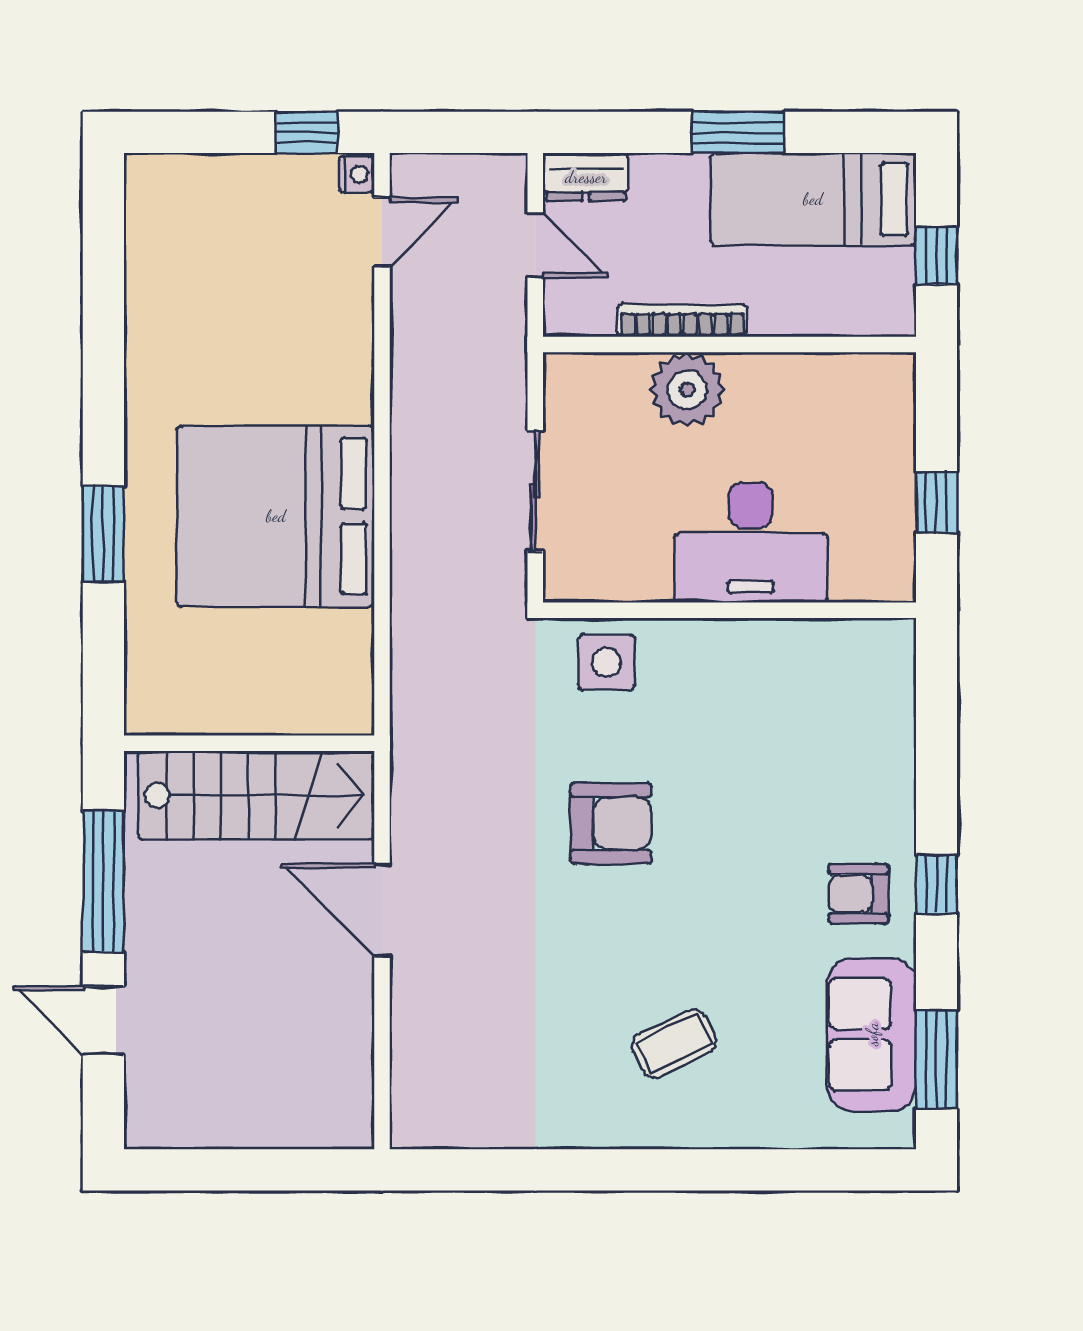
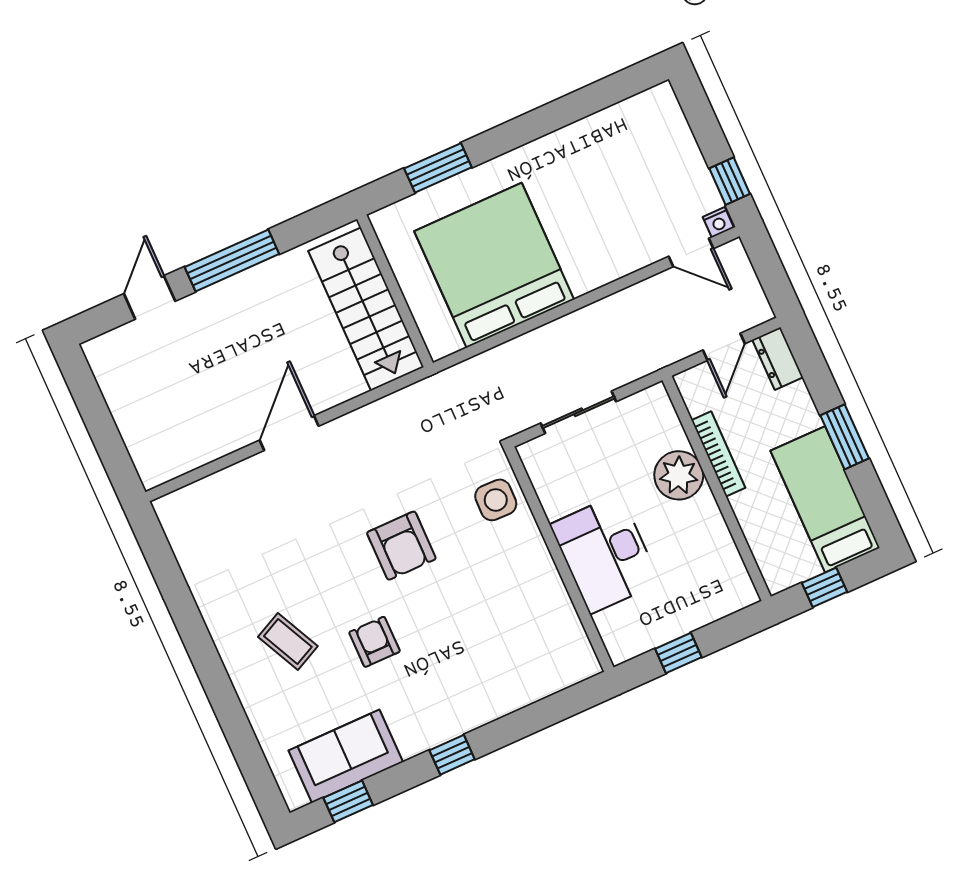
wall: (249, 743) -> (395, 291), moved
stairs: (256, 795) -> (366, 309), moved
armchair: (859, 894) -> (375, 642), moved
window: (936, 1060) -> (348, 801), width x0.67

